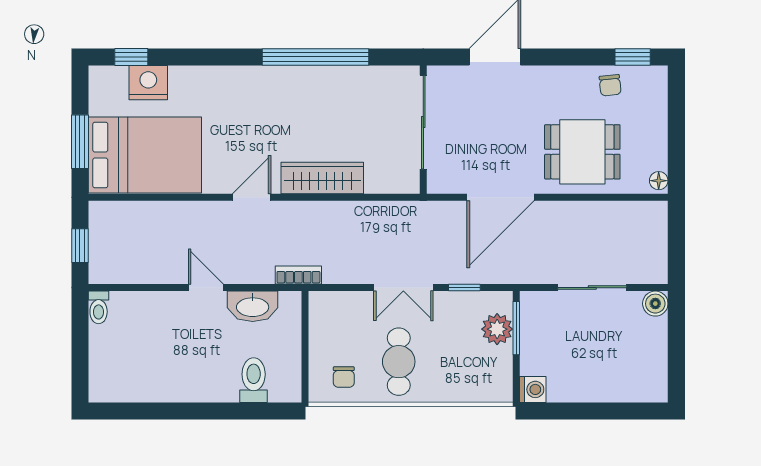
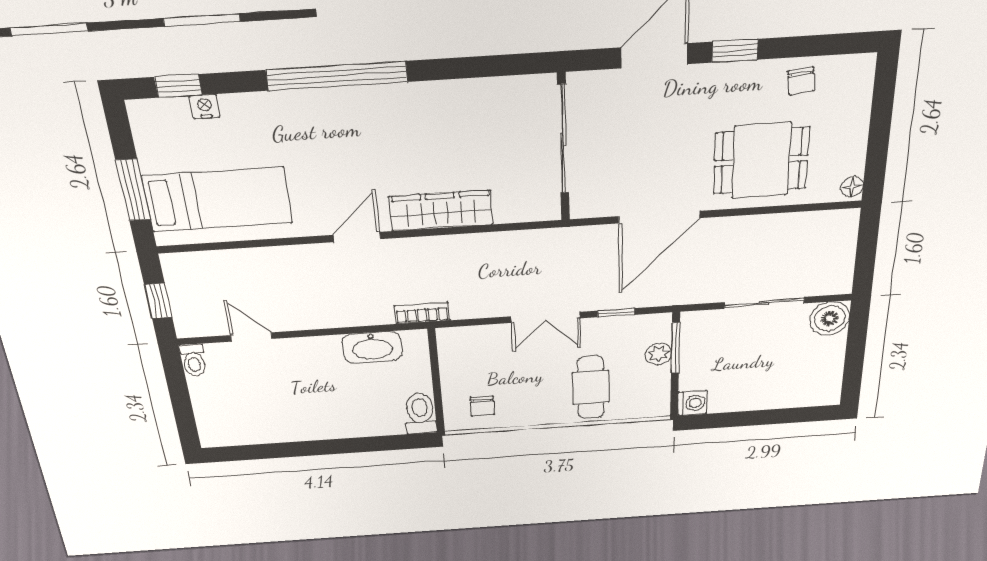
window: (315, 57) -> (337, 76), moved
window: (633, 57) -> (735, 51), moved
nightstand: (148, 83) -> (205, 106), width x0.53, depth x0.56
bed: (145, 155) -> (218, 199), width x0.67
door: (206, 288) -> (251, 337), moved
boiler: (655, 304) -> (830, 318), width x1.36, depth x1.36
plant: (497, 329) -> (659, 354), width x0.73, depth x0.73
cafe table: (399, 362) -> (591, 387), moved
toilet: (254, 380) -> (420, 413), moved

